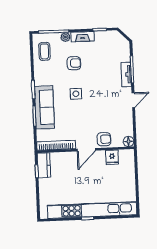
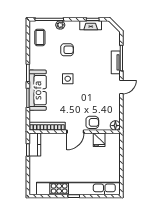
fireplace: (82, 37) -> (91, 25), moved

